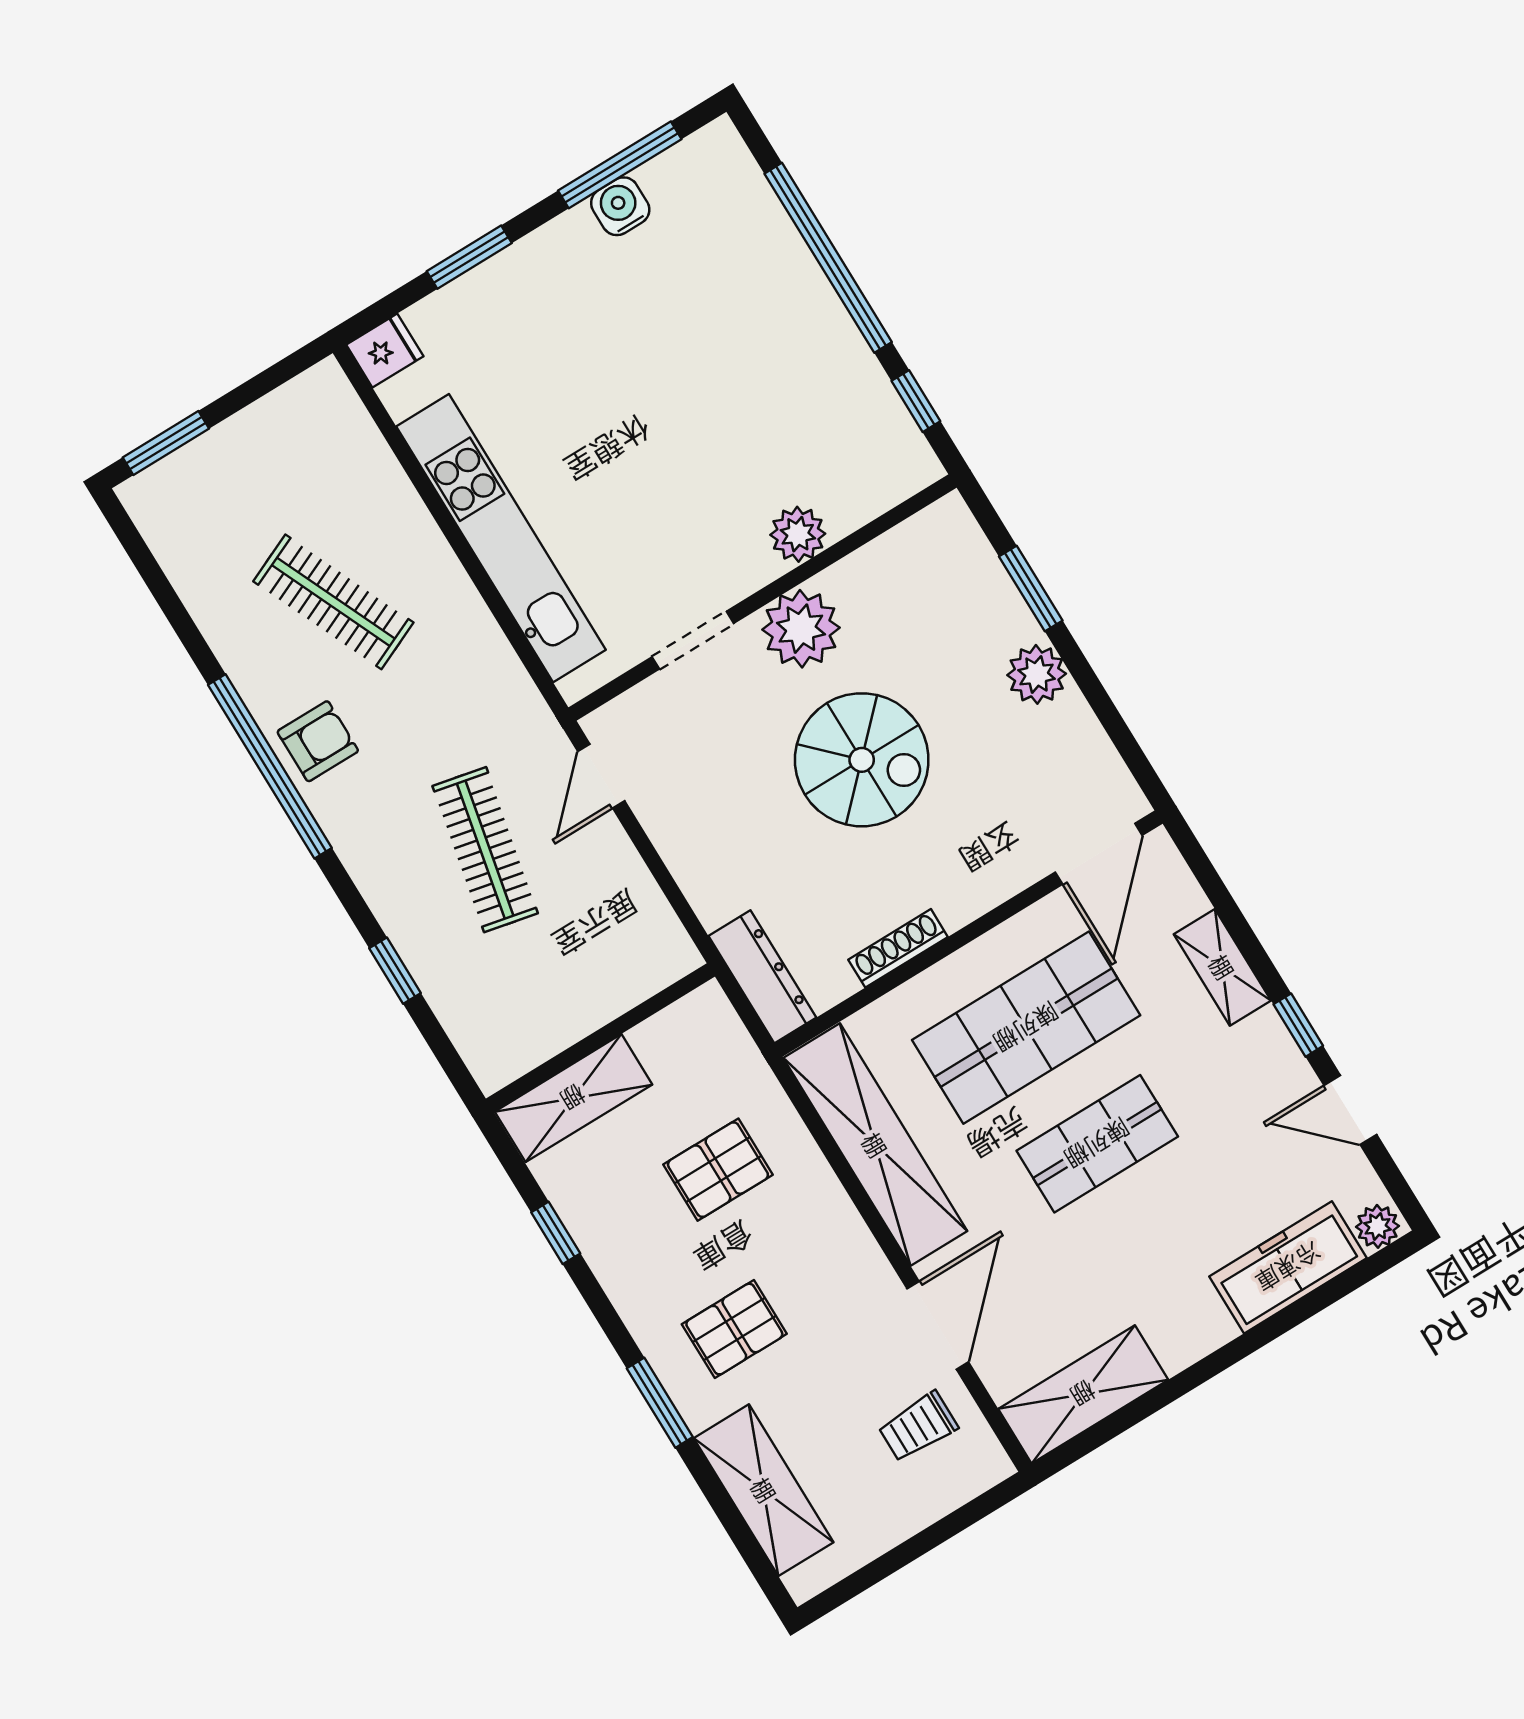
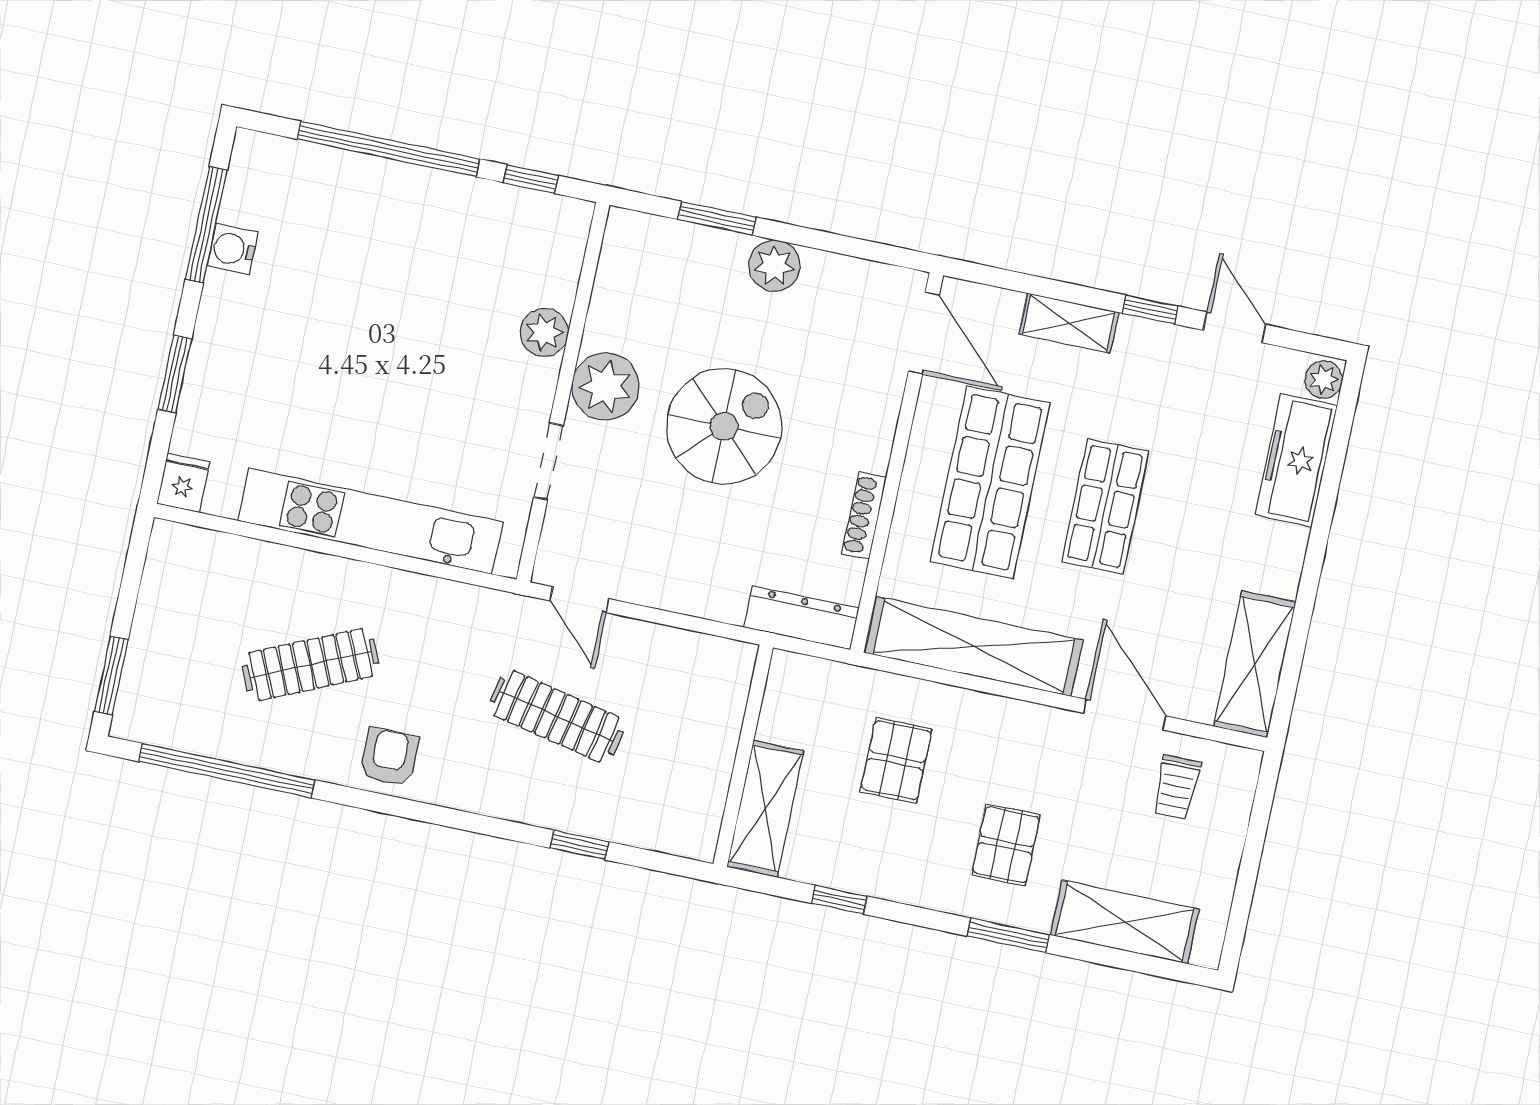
window: (270, 766) -> (227, 771), moved
door: (1350, 1110) -> (1234, 327), swing flipped

